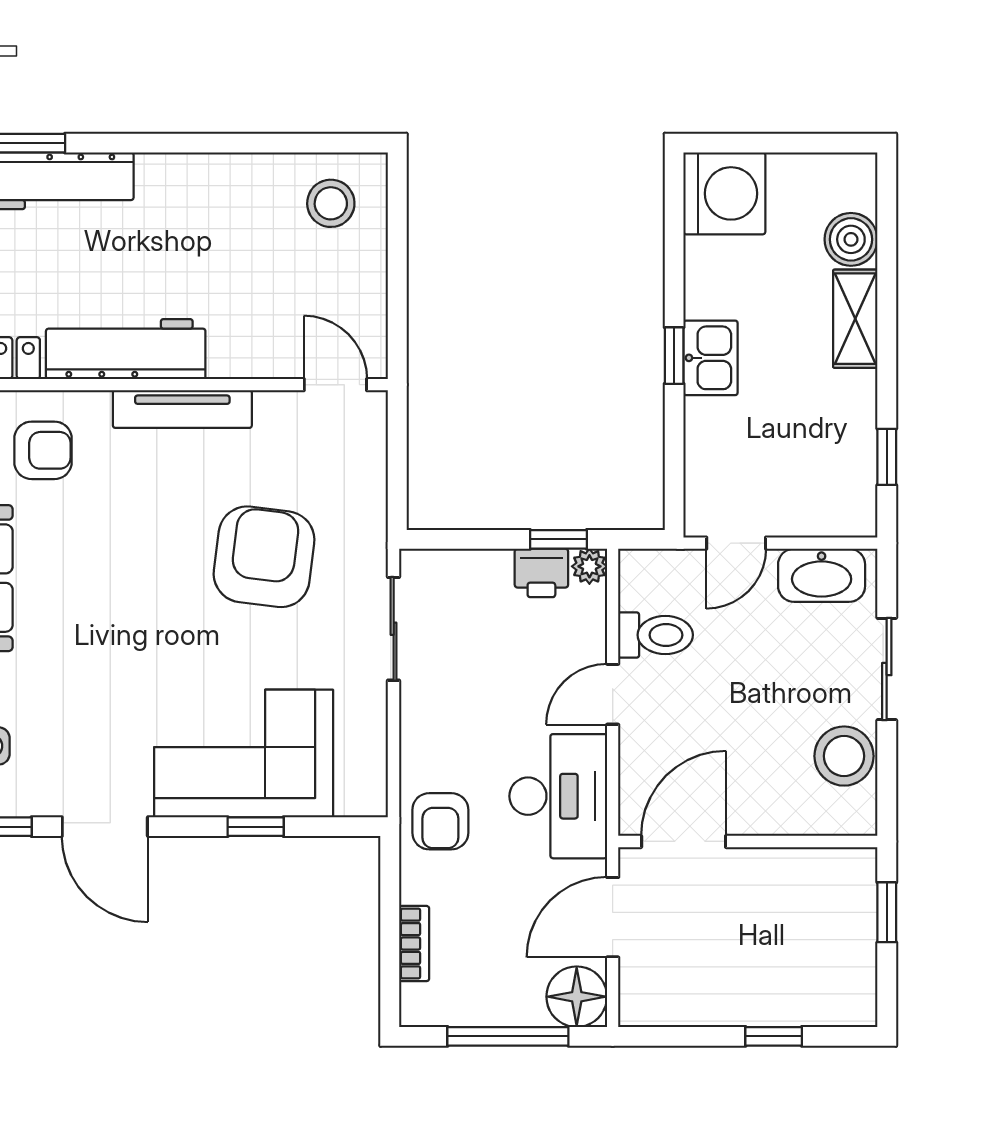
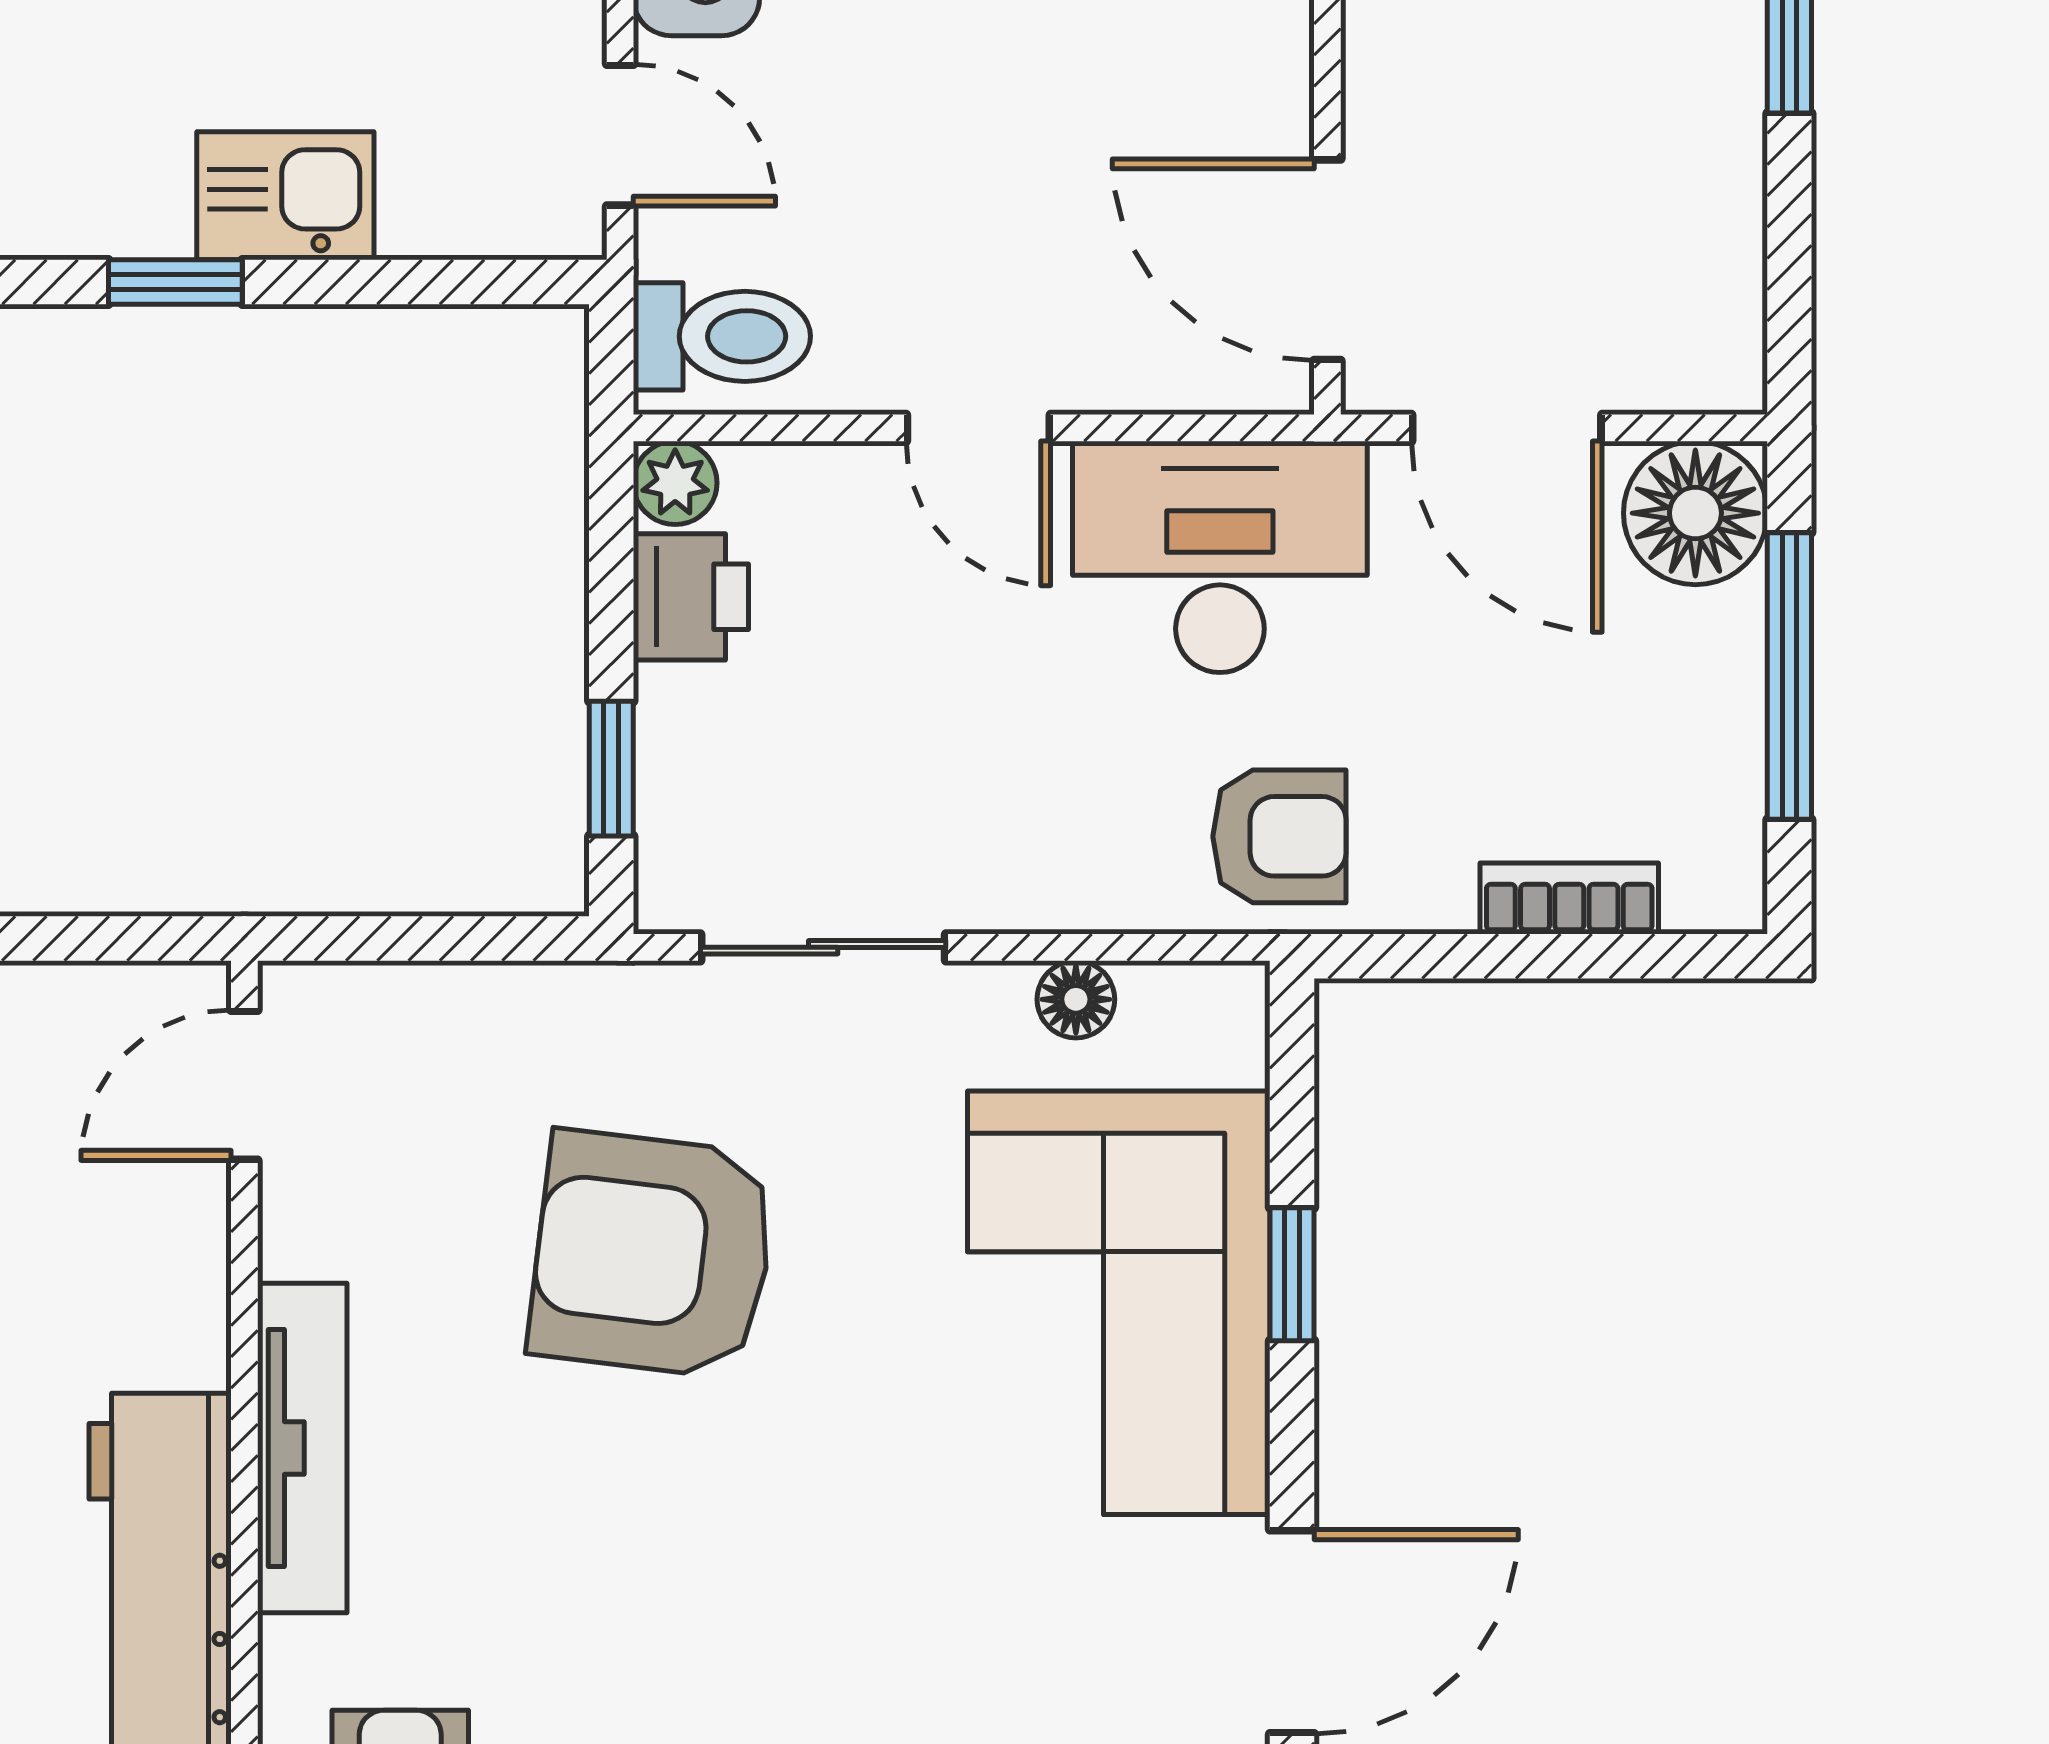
kitchen sink: (711, 358) -> (285, 196), moved
window: (558, 539) -> (611, 769), moved
toilet: (656, 635) -> (722, 336), moved, turned 90
floor lamp: (372, 735) -> (1076, 999), added

